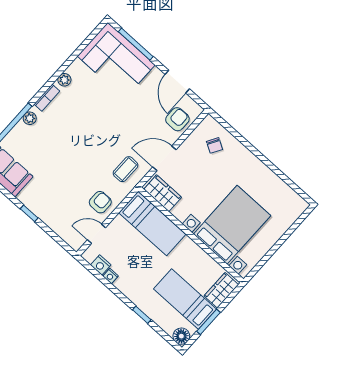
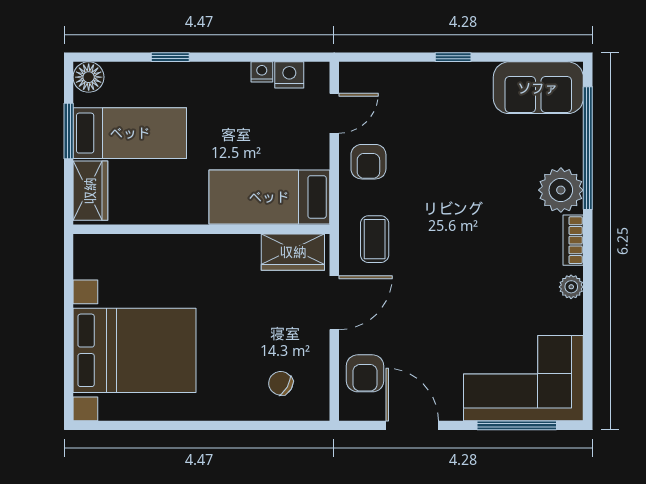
plant: (30, 118) -> (561, 190), width x1.88, depth x1.88
bed with nightstands: (232, 225) -> (135, 350), moved, turned -90

